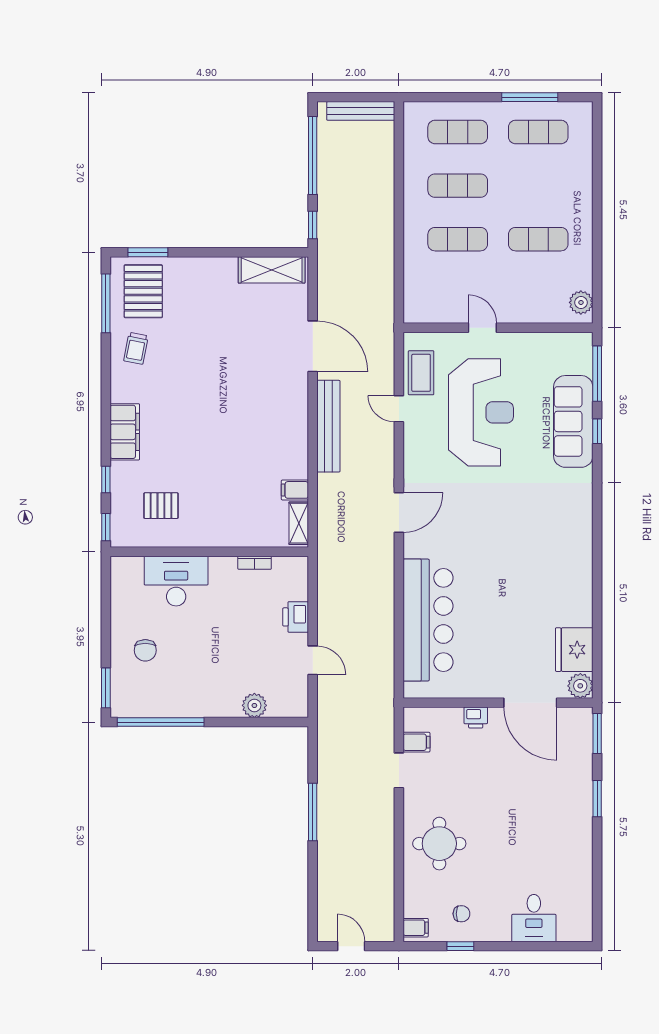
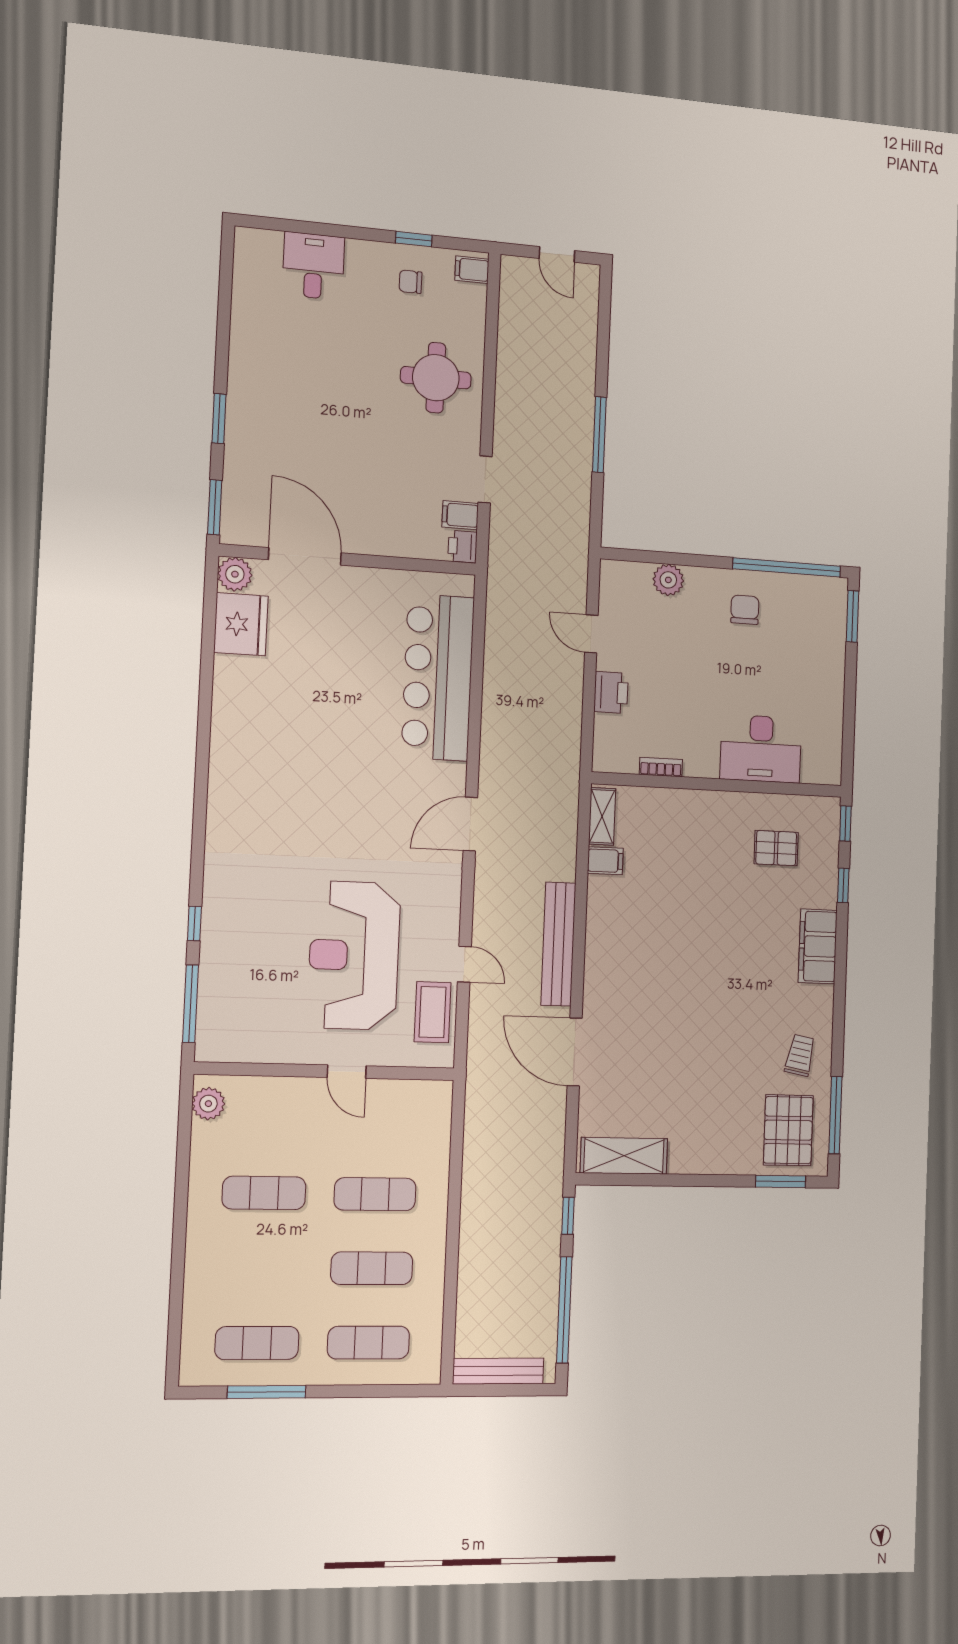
sofa: (573, 421) -> (227, 938), removed
chair: (145, 650) -> (745, 610), moved
printer: (476, 717) -> (463, 546), moved, turned -90

